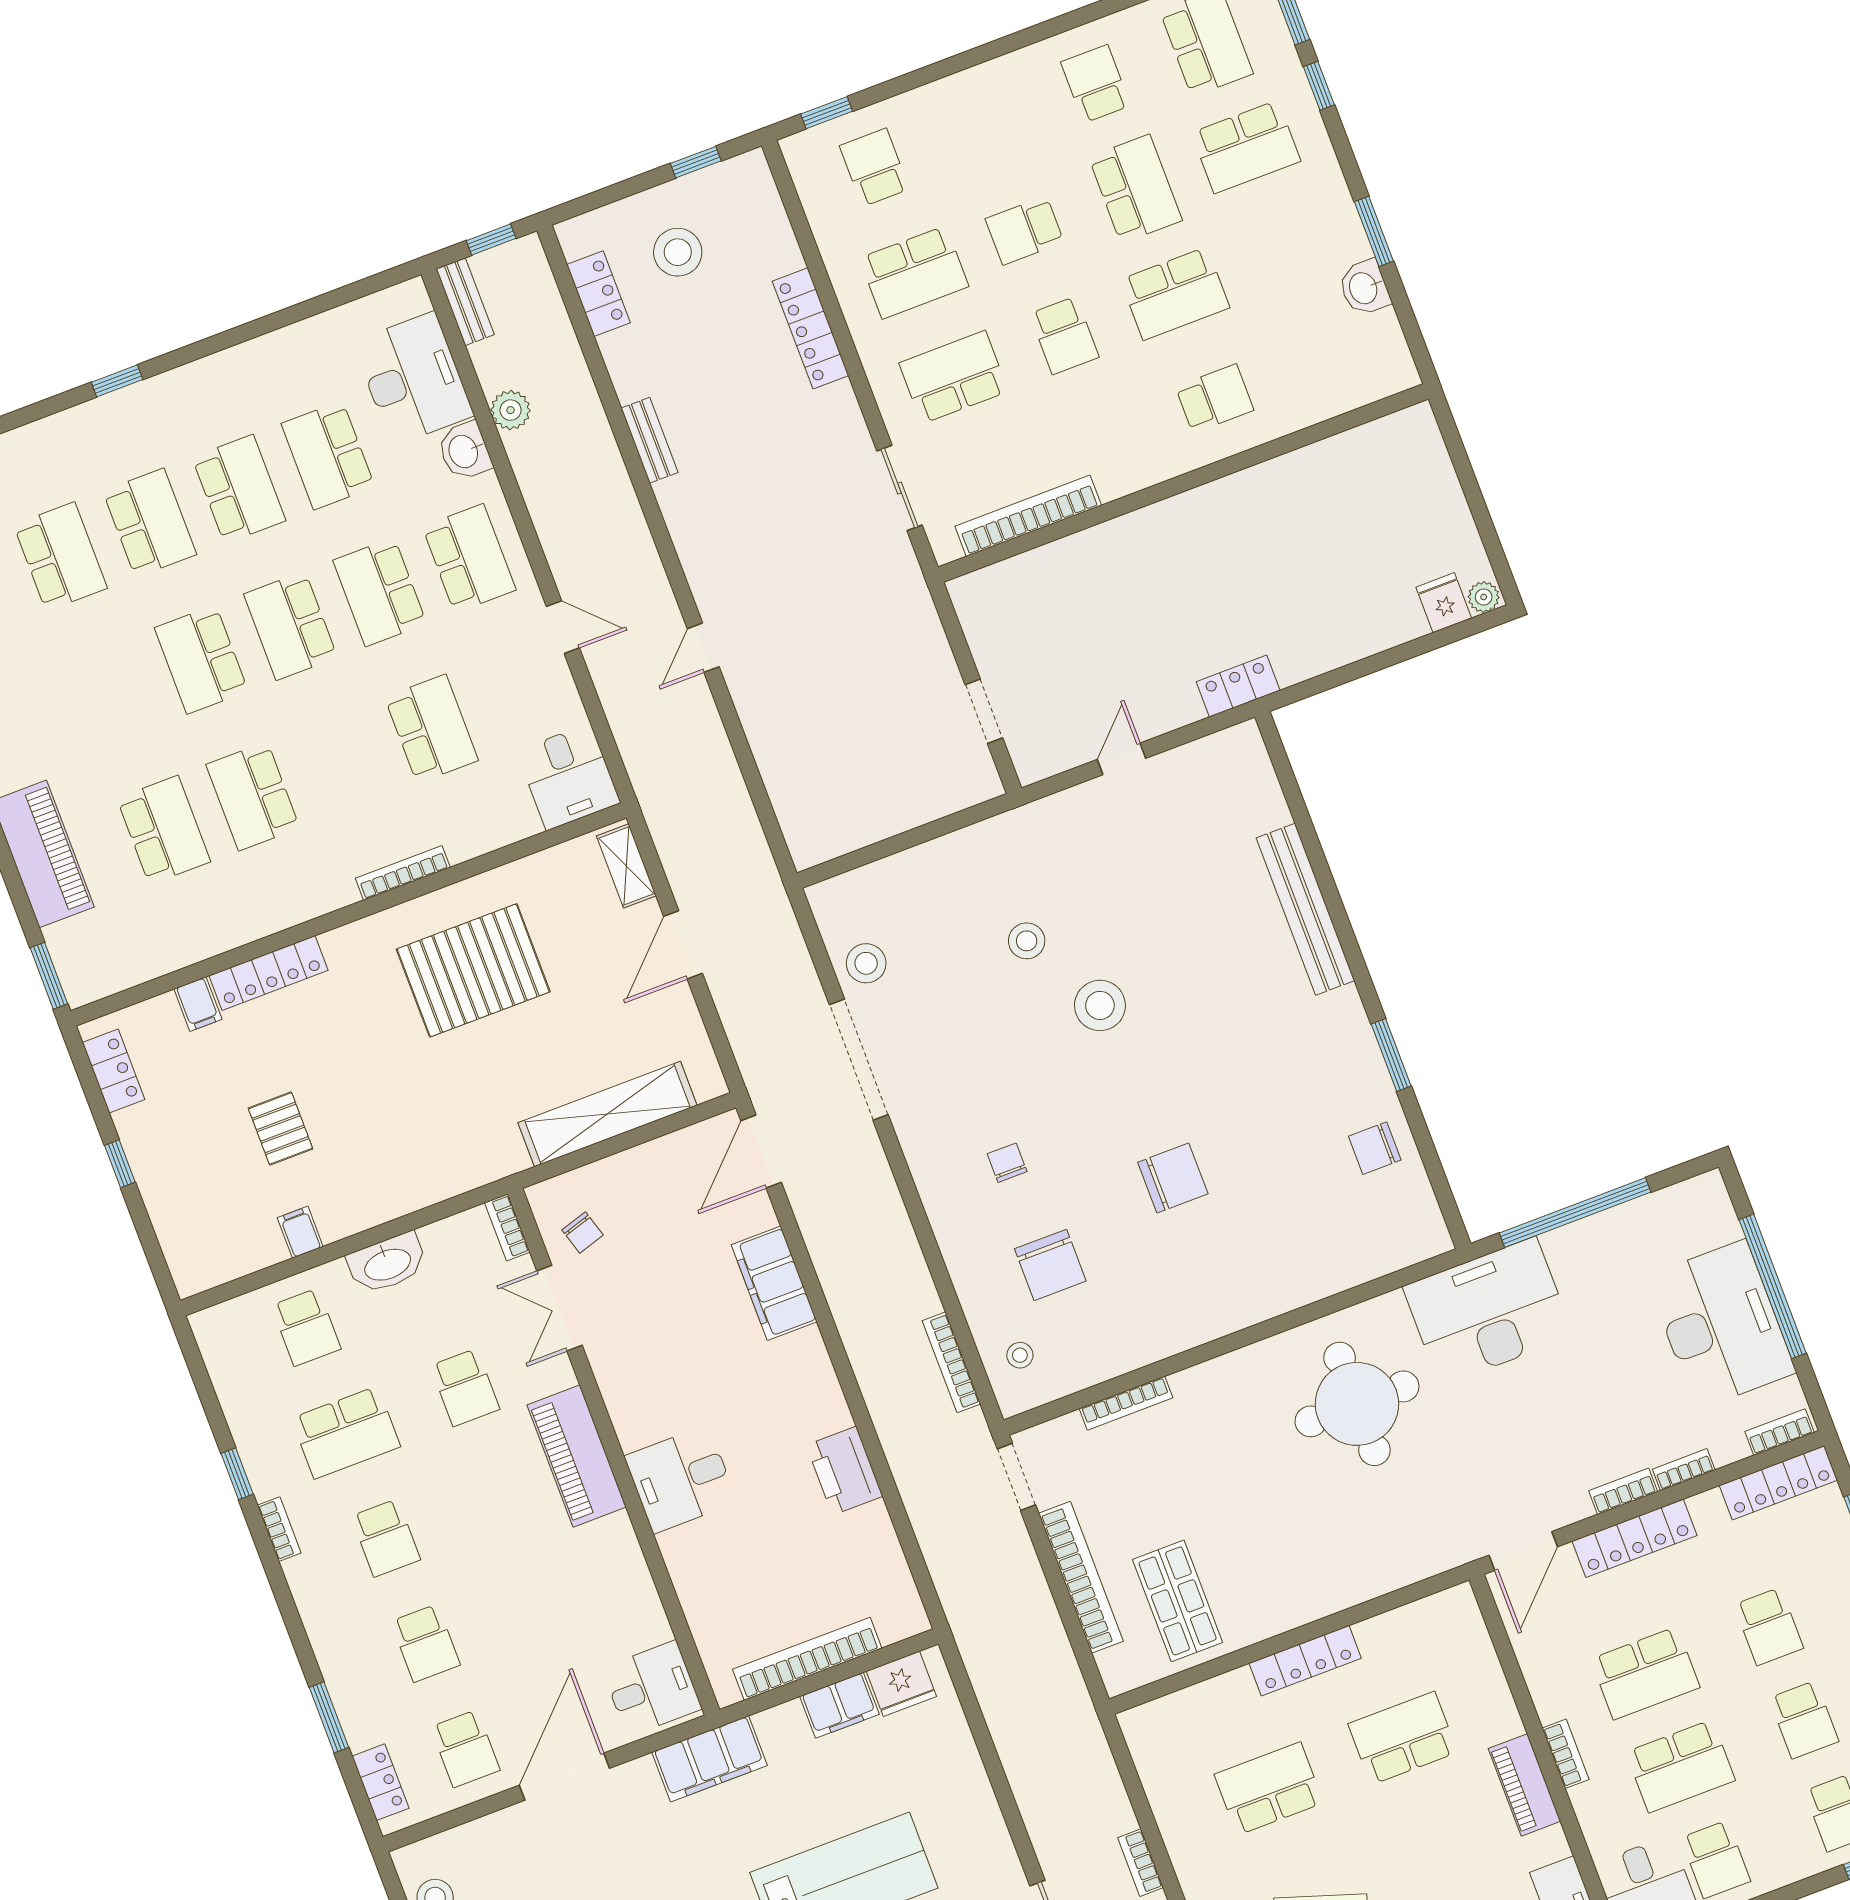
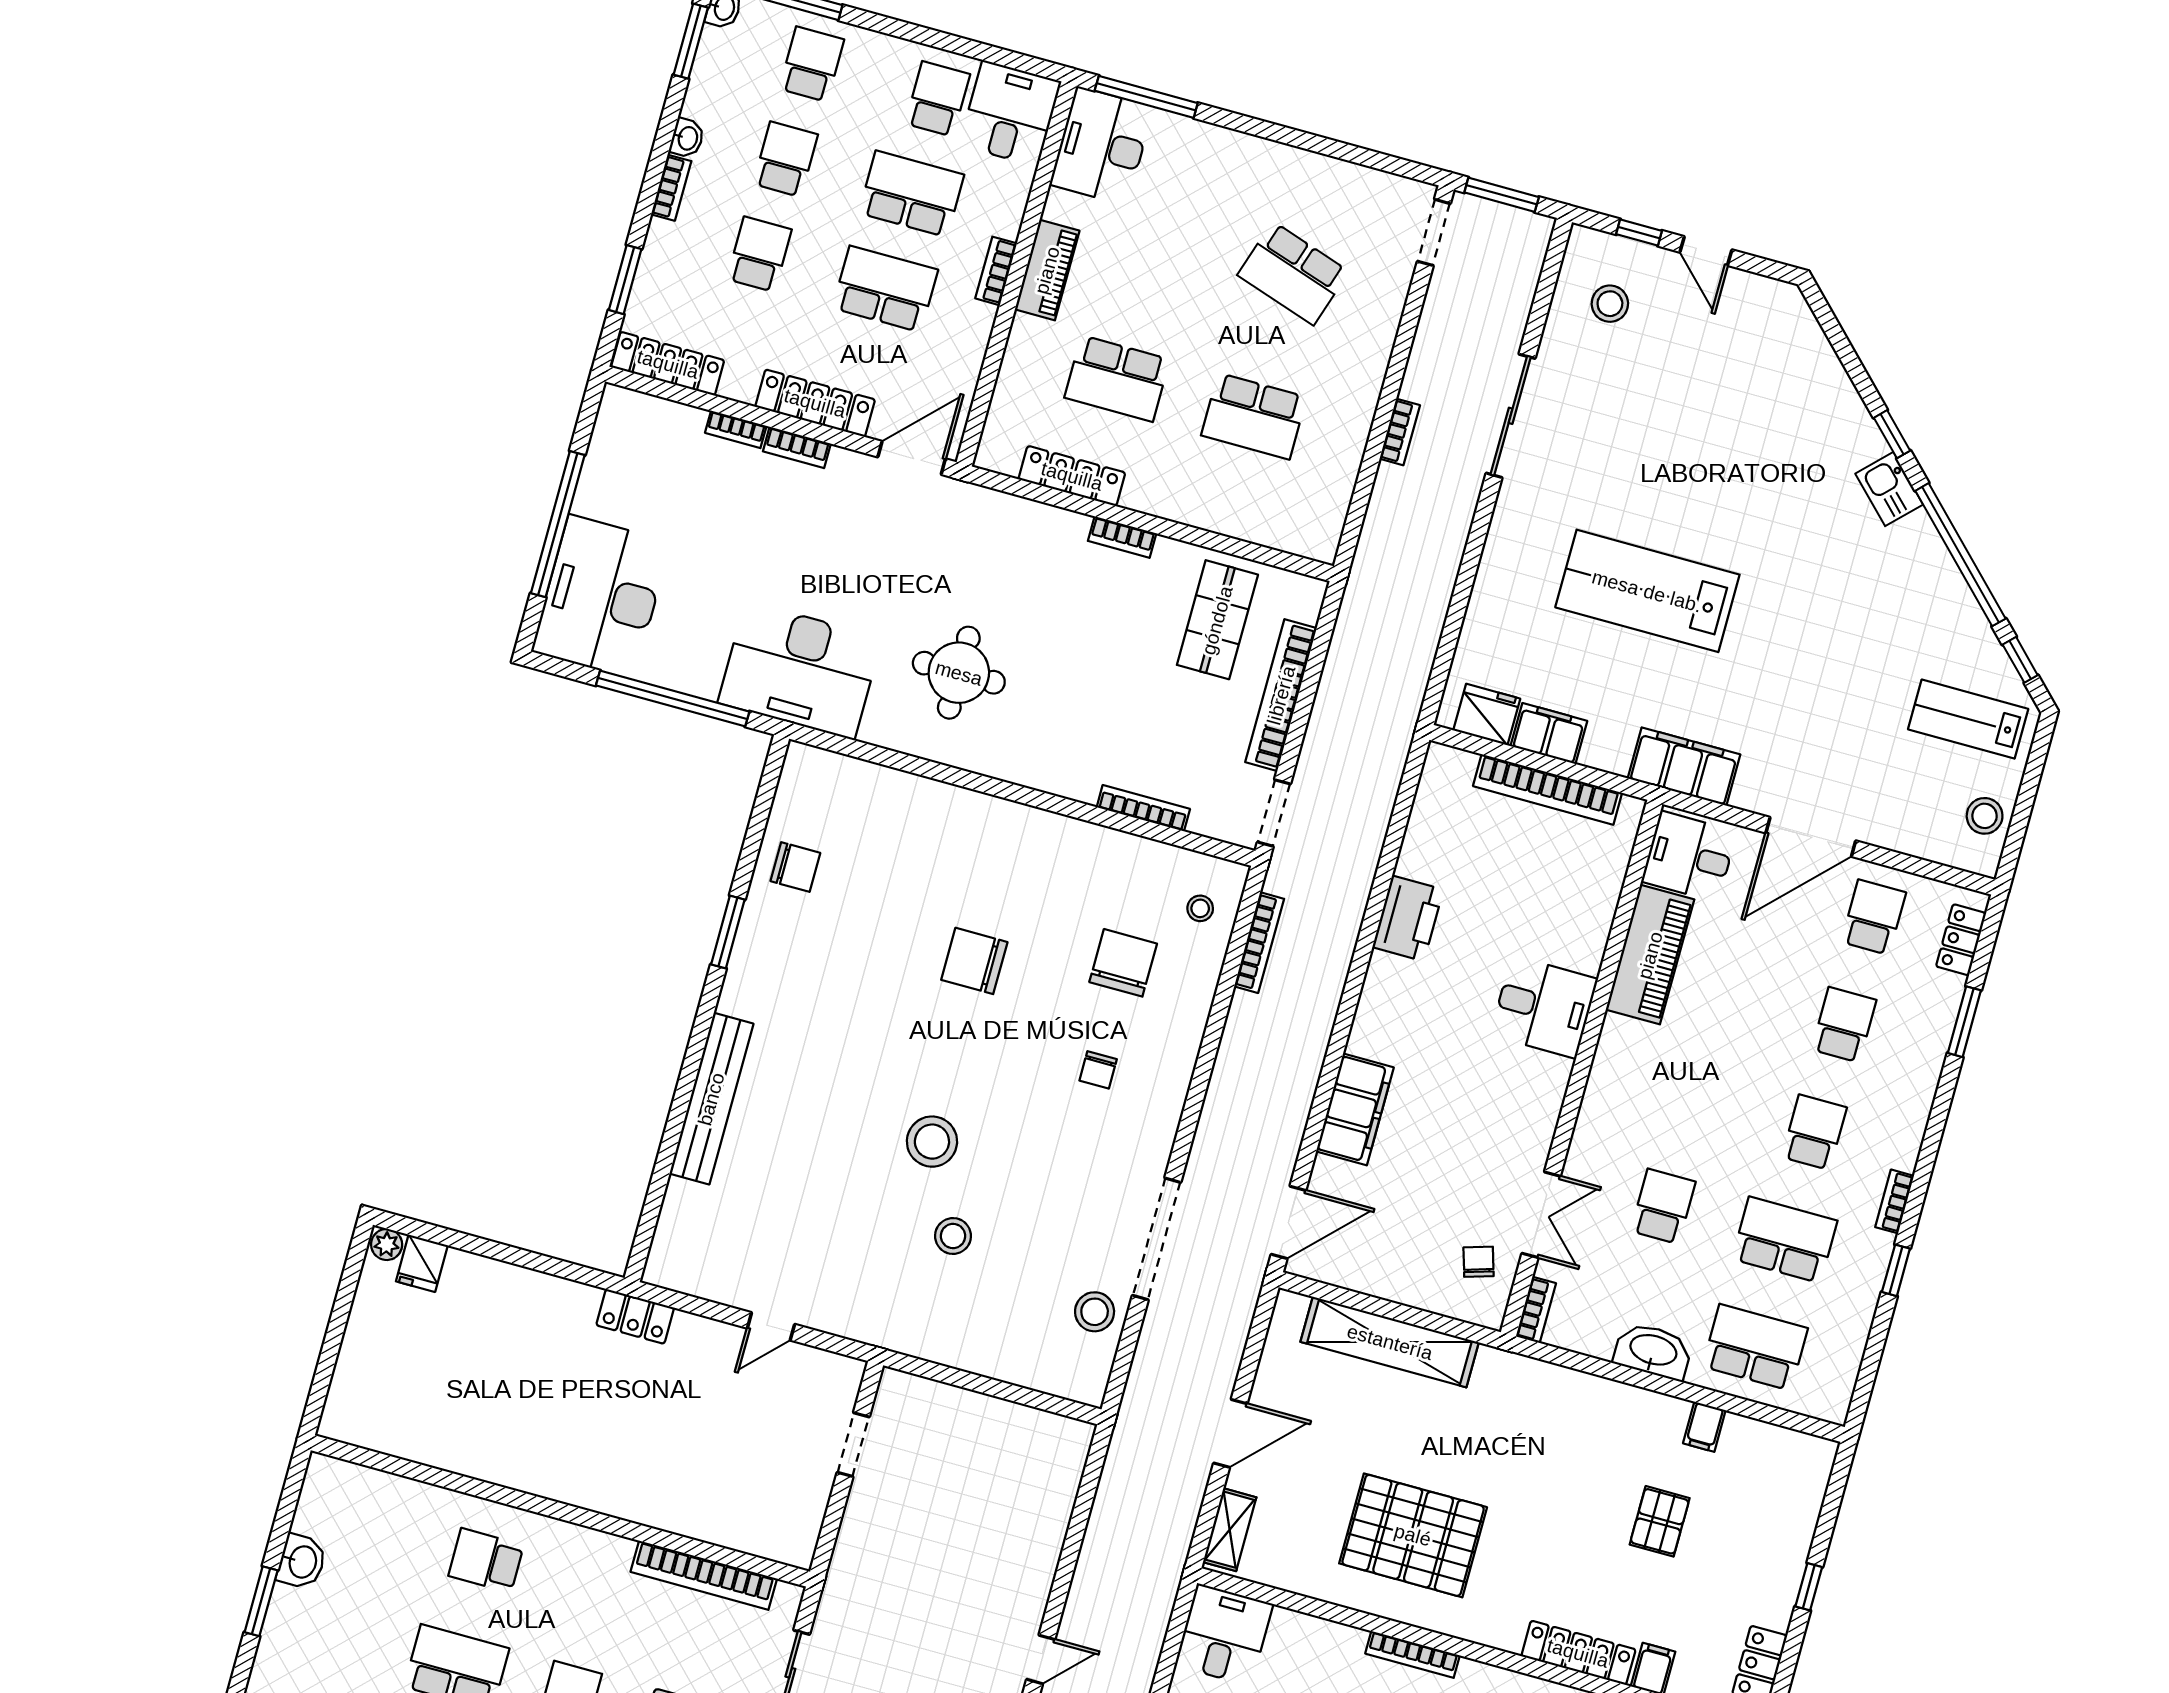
desk: (1721, 1325) -> (601, 597), moved
school desk: (306, 1327) -> (1755, 1347), width x1.85
round table: (1357, 1404) -> (959, 673), width x0.73, depth x0.73
bookcase: (1780, 1432) -> (1122, 537), moved
piano: (577, 1456) -> (1650, 955), moved
locker: (1305, 1661) -> (1072, 476), moved

